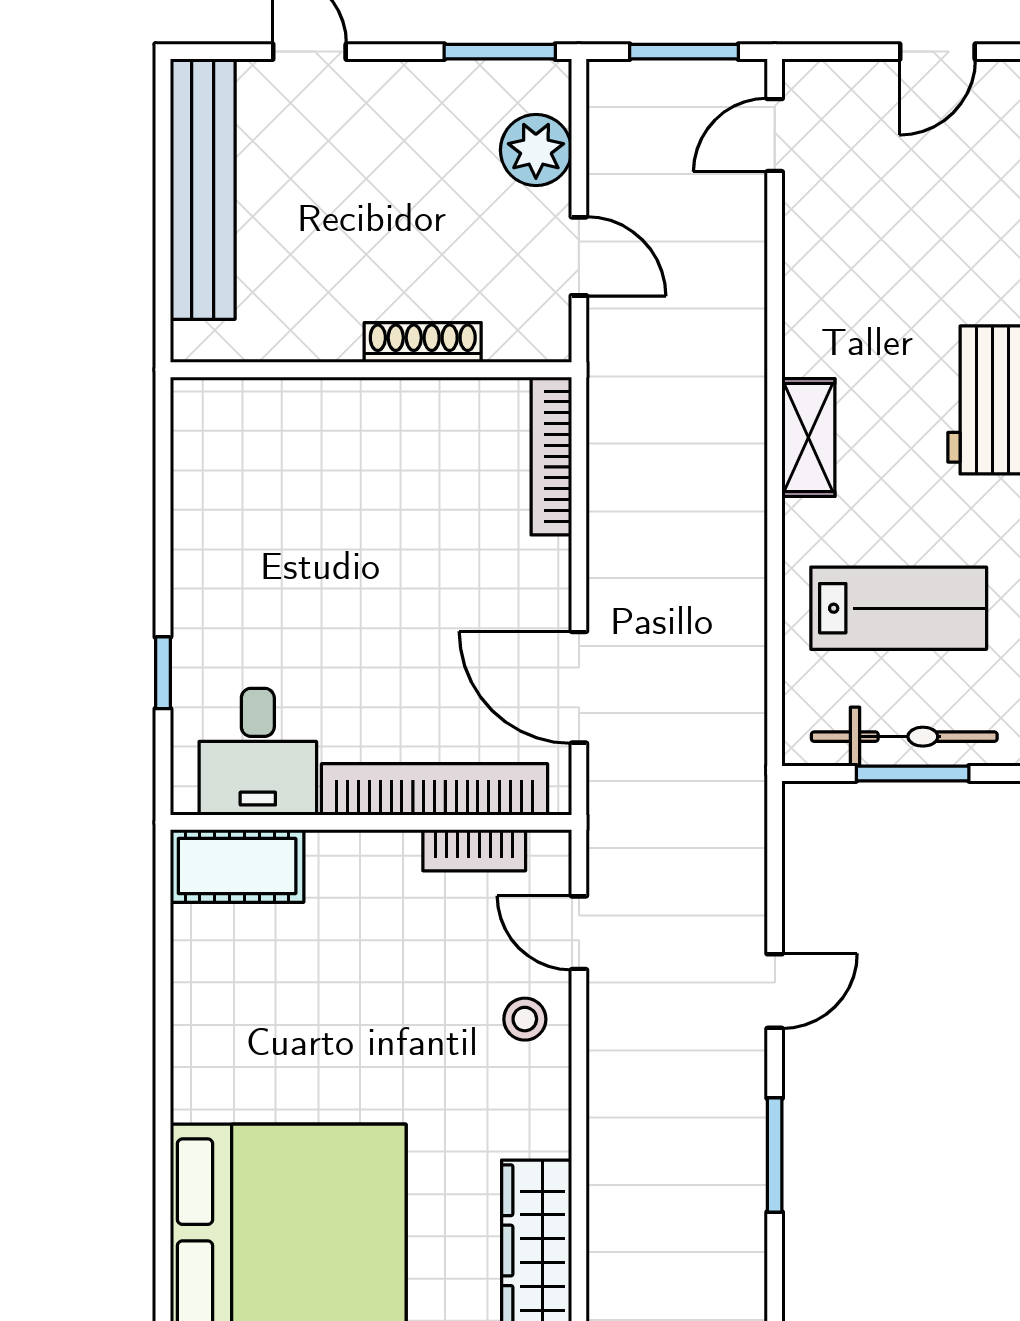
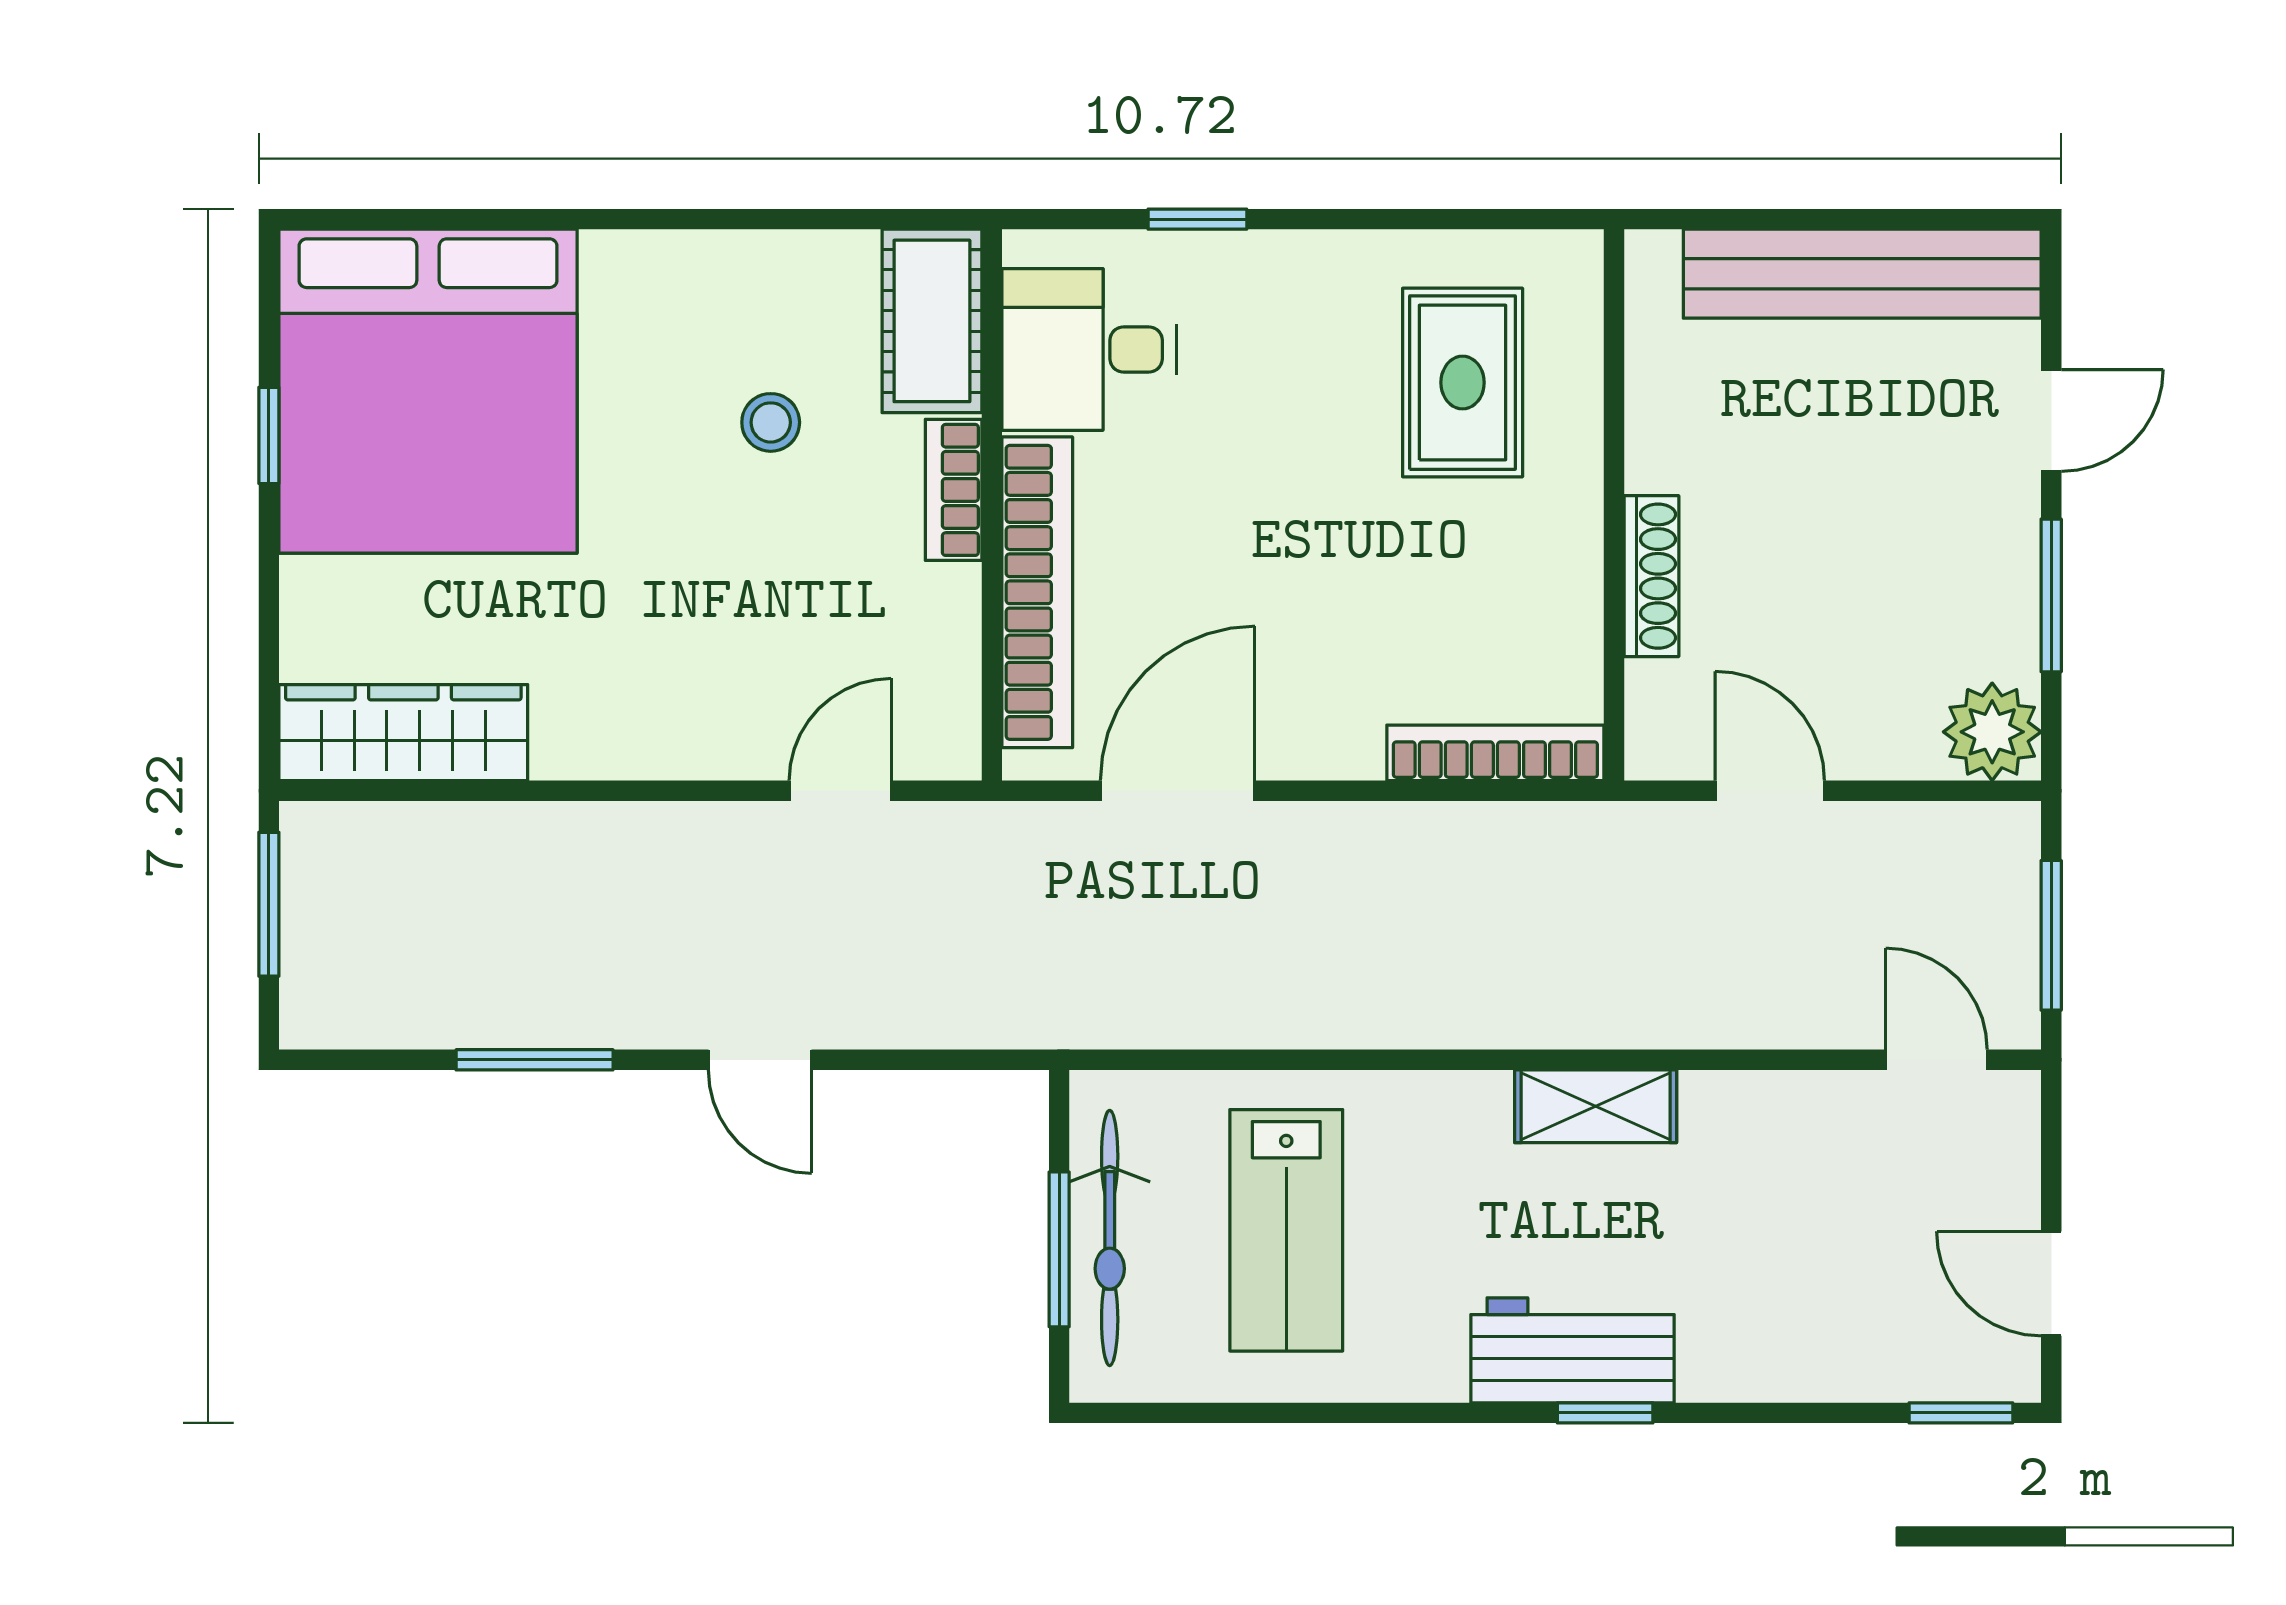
window: (500, 52) -> (2051, 595), moved
plant: (536, 150) -> (1992, 732), moved
door: (579, 256) -> (1770, 791), swing flipped
shelving: (808, 438) -> (1596, 1106), moved
rug: (282, 480) -> (1463, 383), added
bookcase: (474, 850) -> (954, 490), moved
stool: (525, 1019) -> (771, 422), moved

